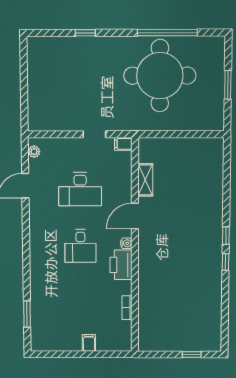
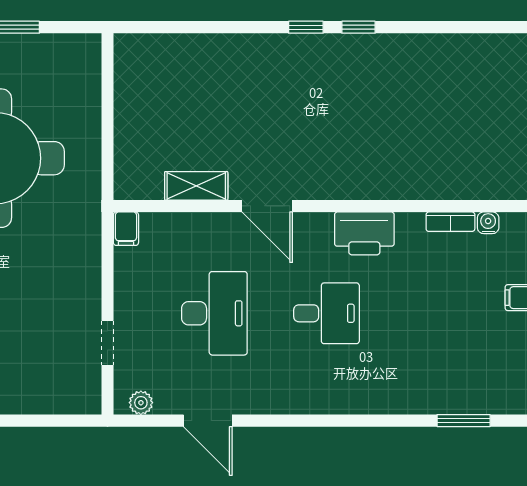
doorway: (94, 134) -> (107, 343), moved
water cooler: (126, 243) -> (488, 223), moved

